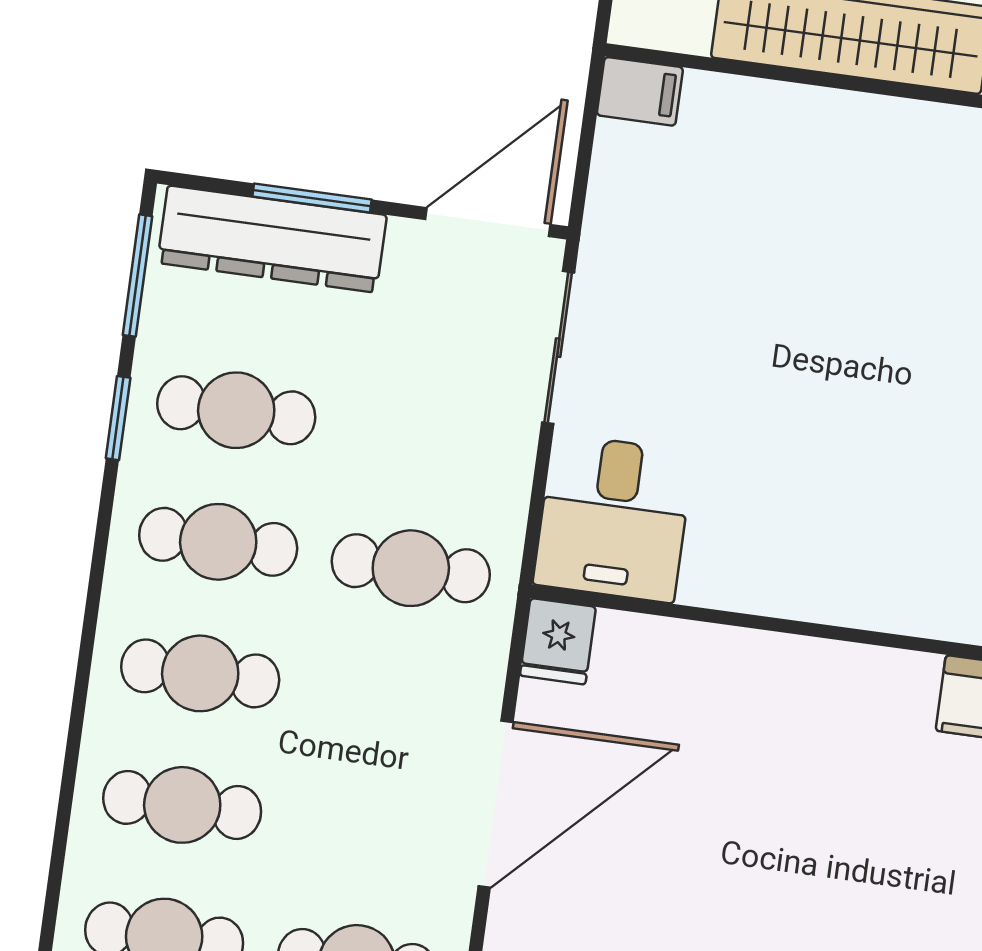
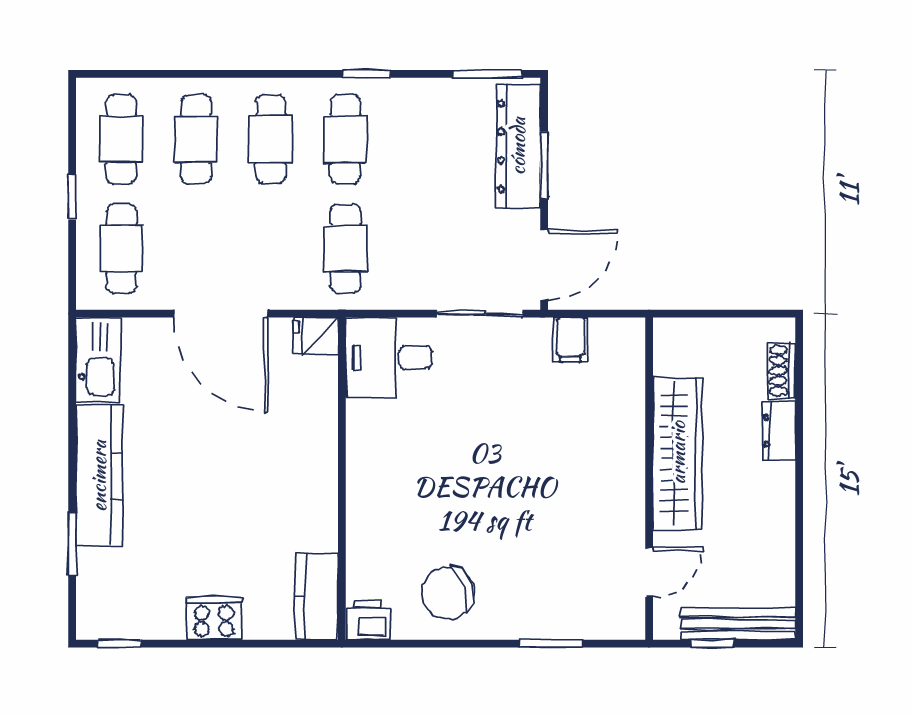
filing cabinet: (640, 91) -> (570, 340), moved
door: (488, 222) -> (544, 265), hinge flipped
cafe table: (236, 410) -> (420, 139), removed
window: (118, 418) -> (367, 74), moved

